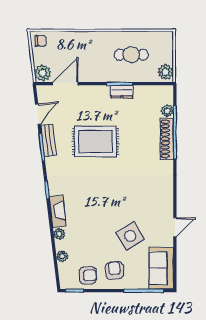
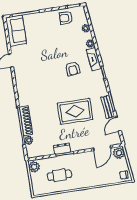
side table: (130, 236) -> (41, 50), removed
armchair: (115, 270) -> (73, 69), moved

